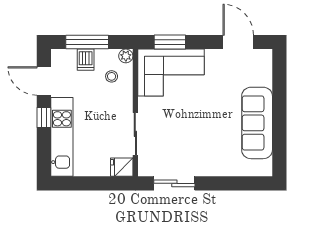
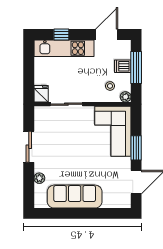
window: (170, 42) -> (136, 148), moved
window: (44, 118) -> (61, 34), moved
plant: (233, 169) -> (39, 178), added
sliding door: (174, 183) -> (29, 147), moved

